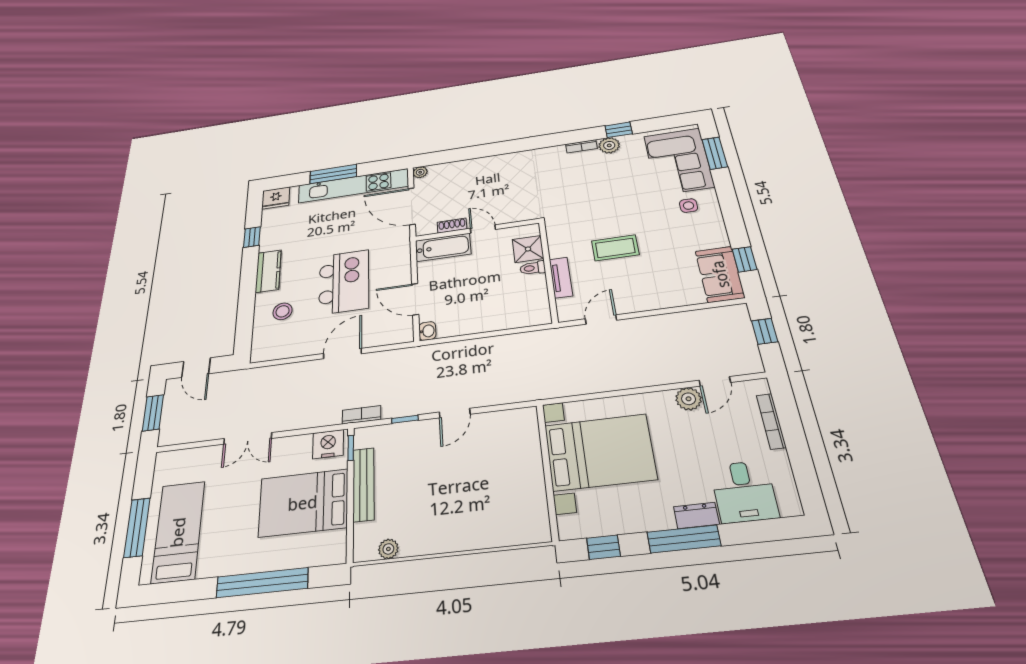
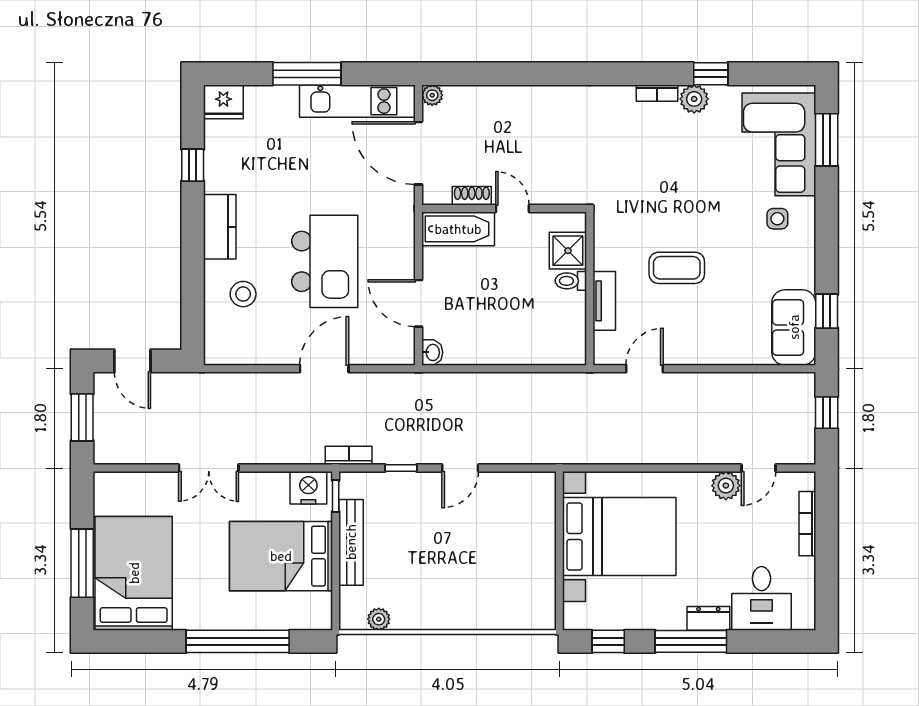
kitchen unit: (353, 186) -> (357, 101), width x0.73
bed: (178, 532) -> (134, 573), width x1.50

